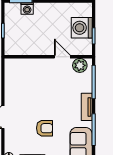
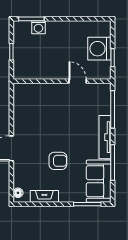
plant: (80, 65) -> (97, 91), removed
tv unit: (87, 107) -> (105, 137), width x1.41

